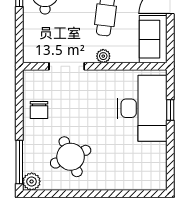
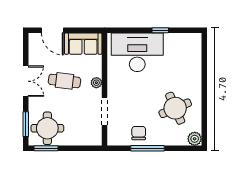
chair: (39, 110) -> (139, 133), turned -90
window: (170, 110) -> (160, 30), moved
window: (19, 162) -> (147, 148), moved

